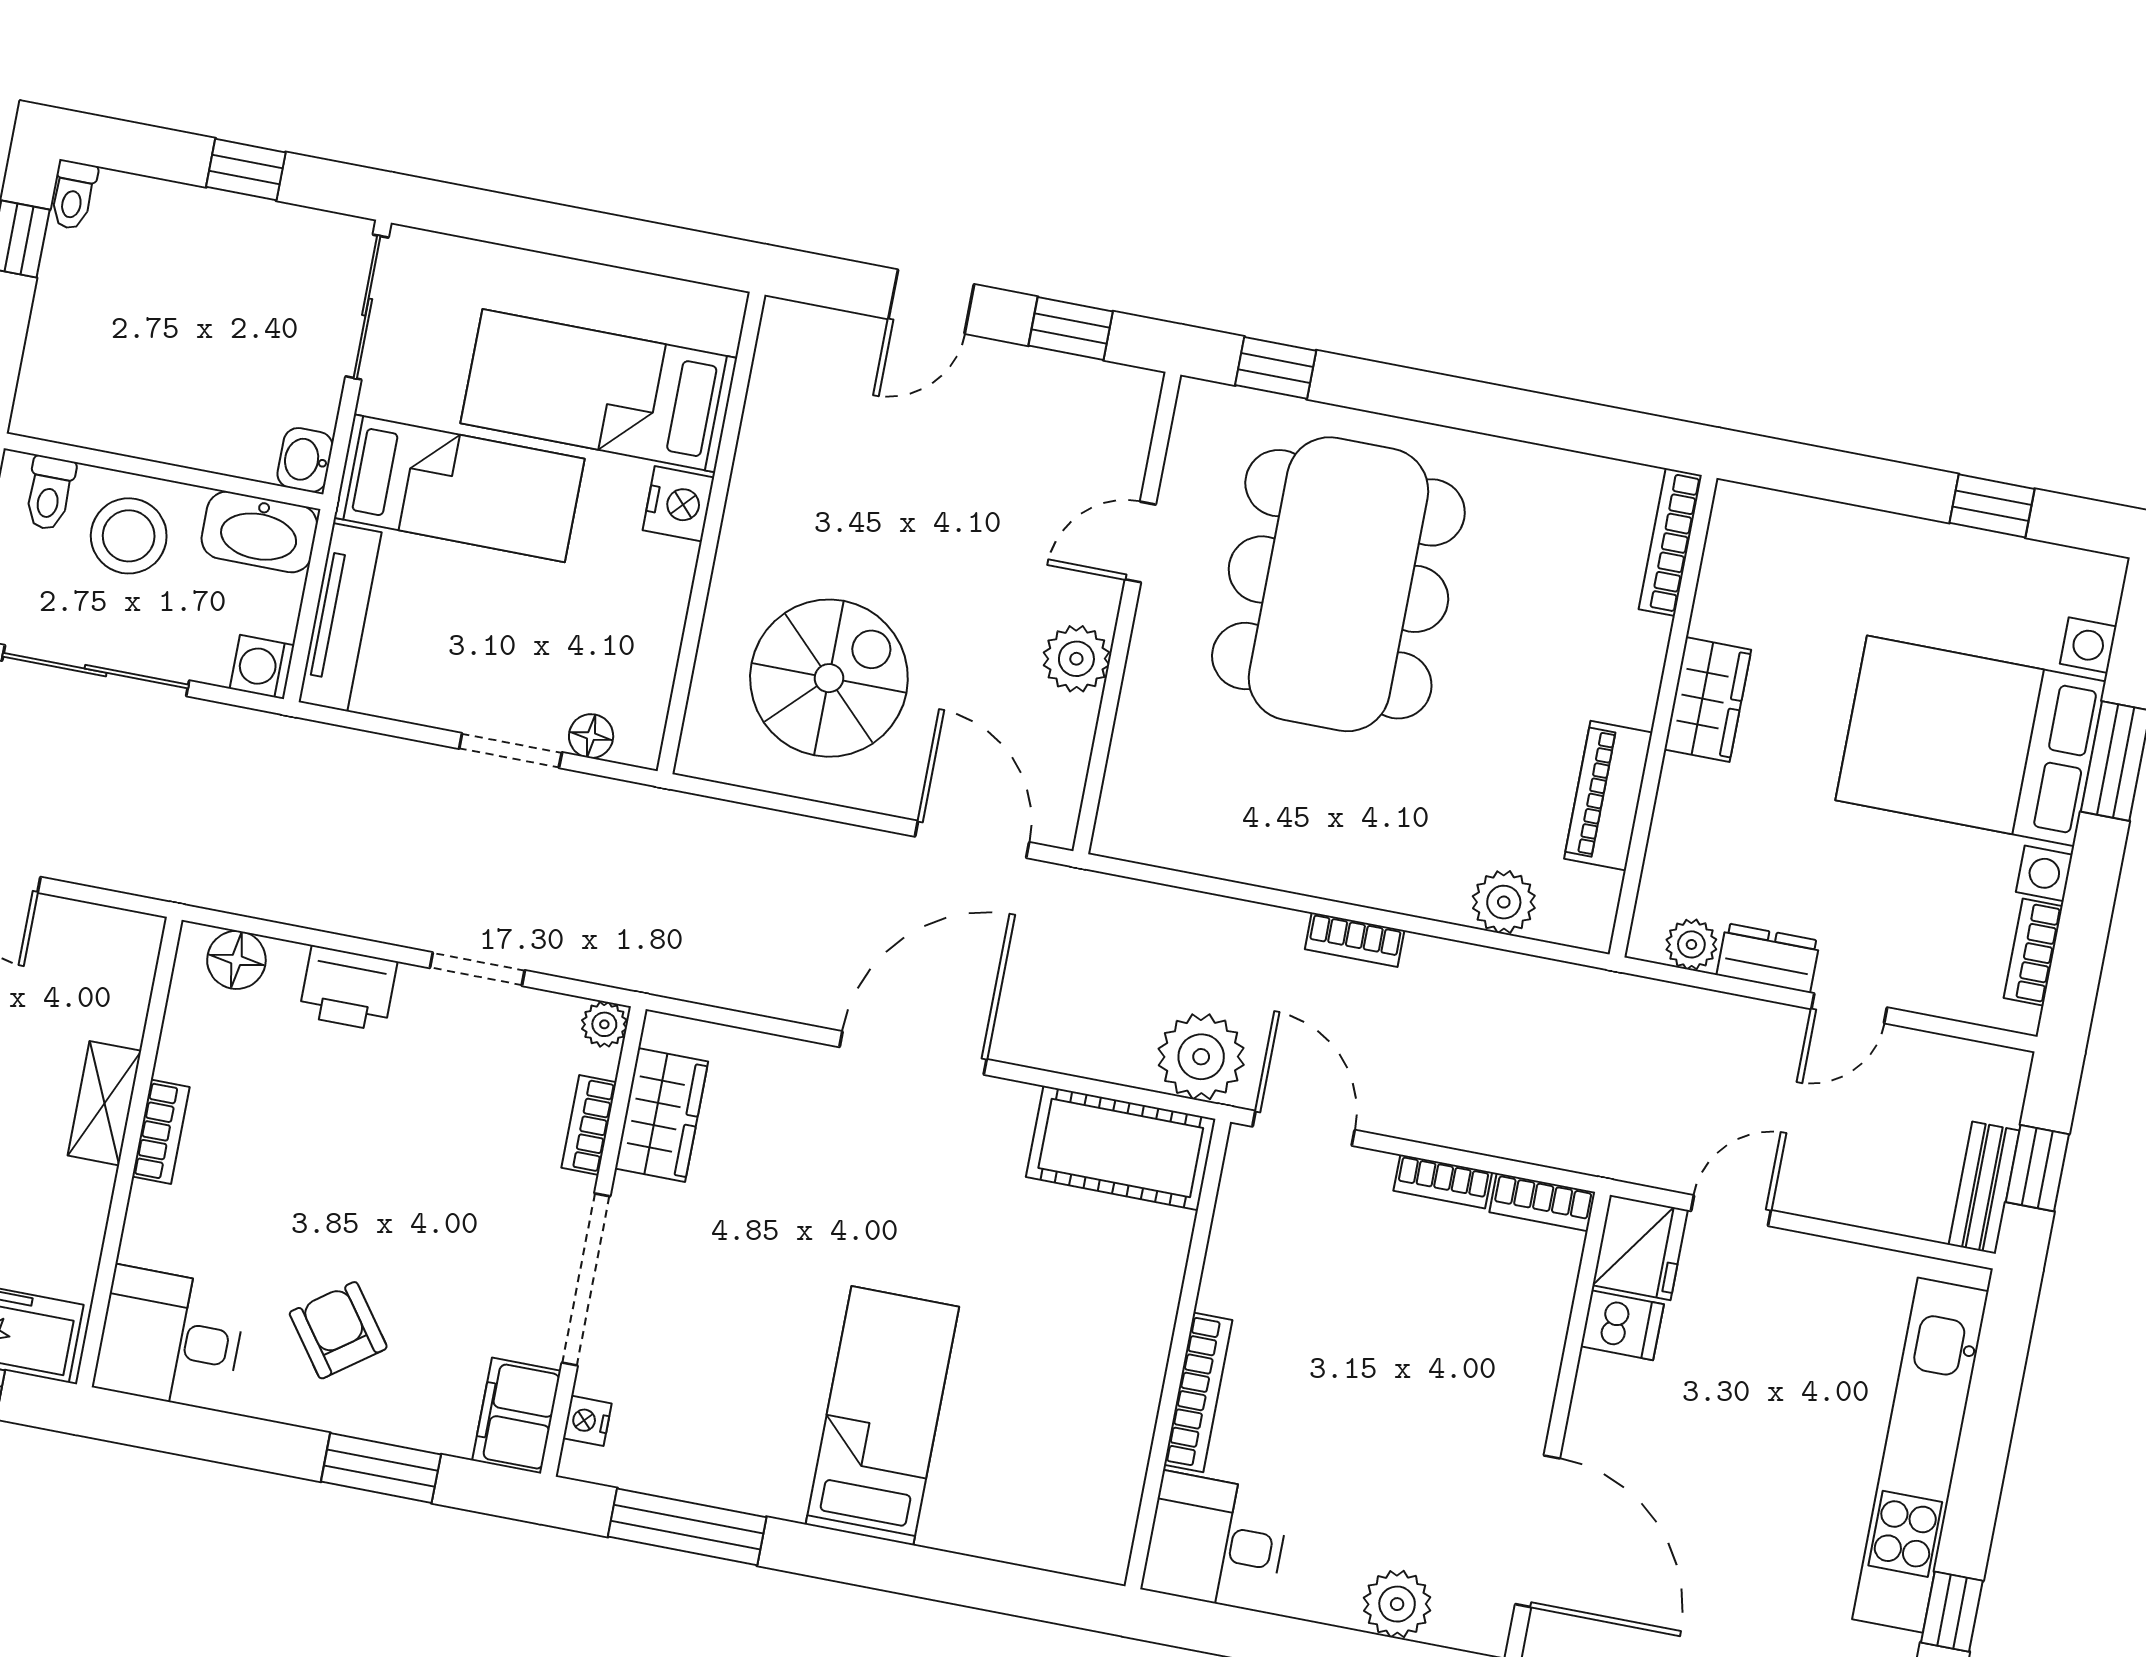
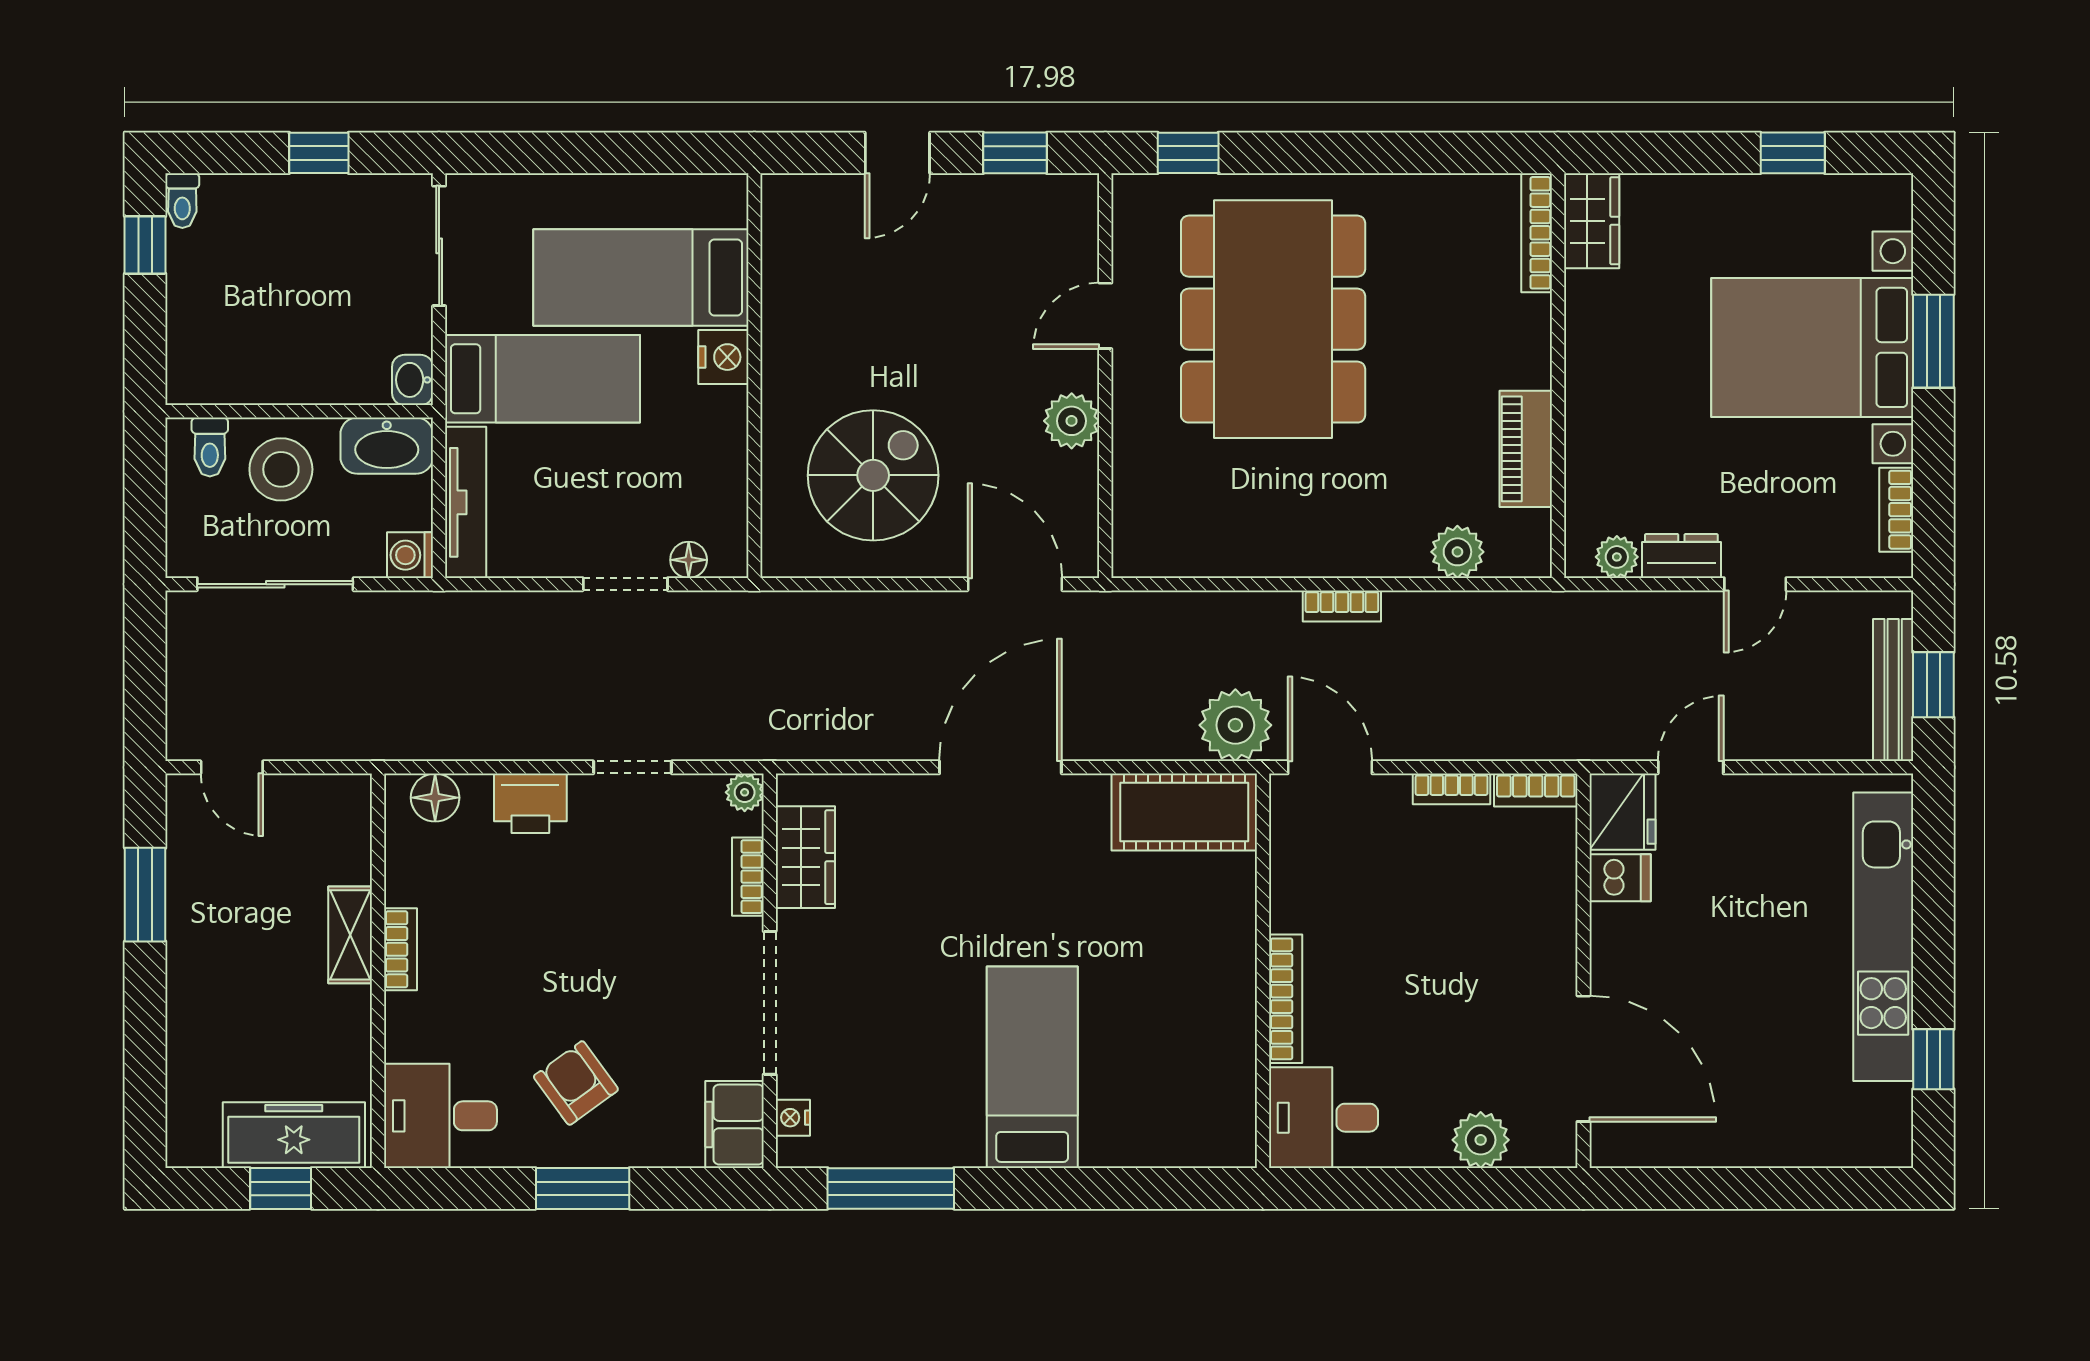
wardrobe: (1708, 700) -> (1592, 221), moved
bench: (1984, 1188) -> (1893, 690), width x1.36
window: (381, 1468) -> (583, 1188), moved

